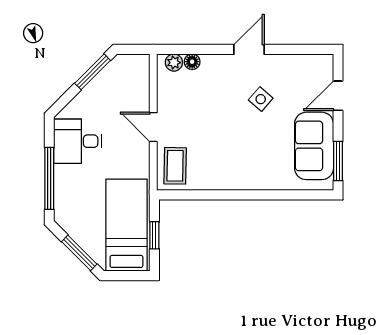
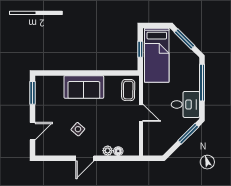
plant: (174, 63) -> (108, 151), moved
window: (93, 72) -> (188, 134), moved
sofa: (314, 146) -> (84, 87), moved, turned 90

